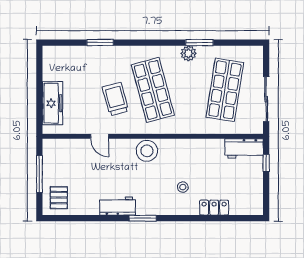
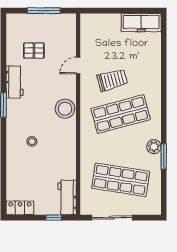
window: (100, 43) -> (164, 66), removed
freezer: (53, 103) -> (141, 23), moved
pallet: (59, 198) -> (34, 51), moved
locker: (214, 208) -> (20, 208), moved, turned -90

